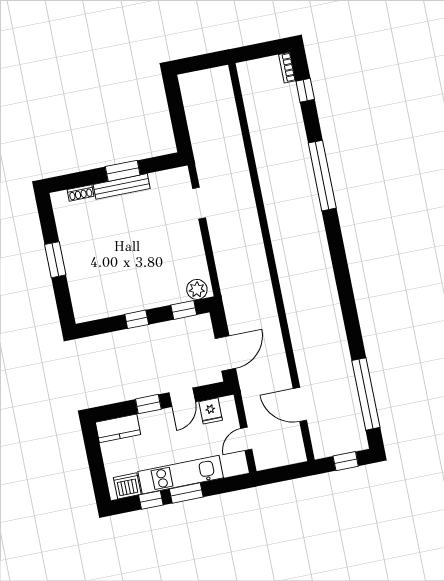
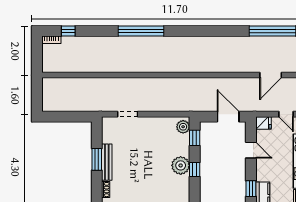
window: (322, 176) -> (141, 31), moved
plant: (139, 297) -> (181, 165), added
window: (148, 404) -> (251, 189), moved
fridge: (211, 411) -> (263, 123), moved

